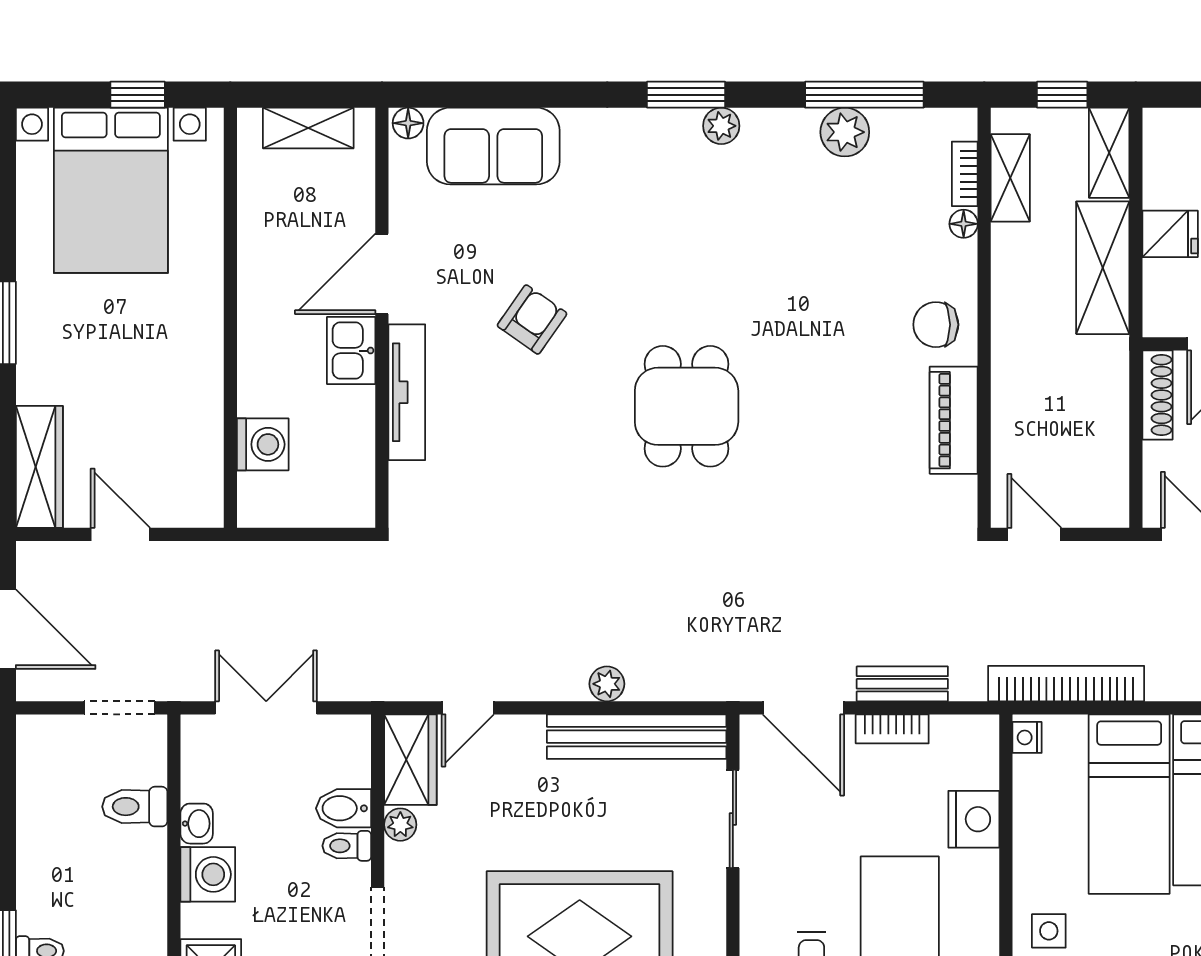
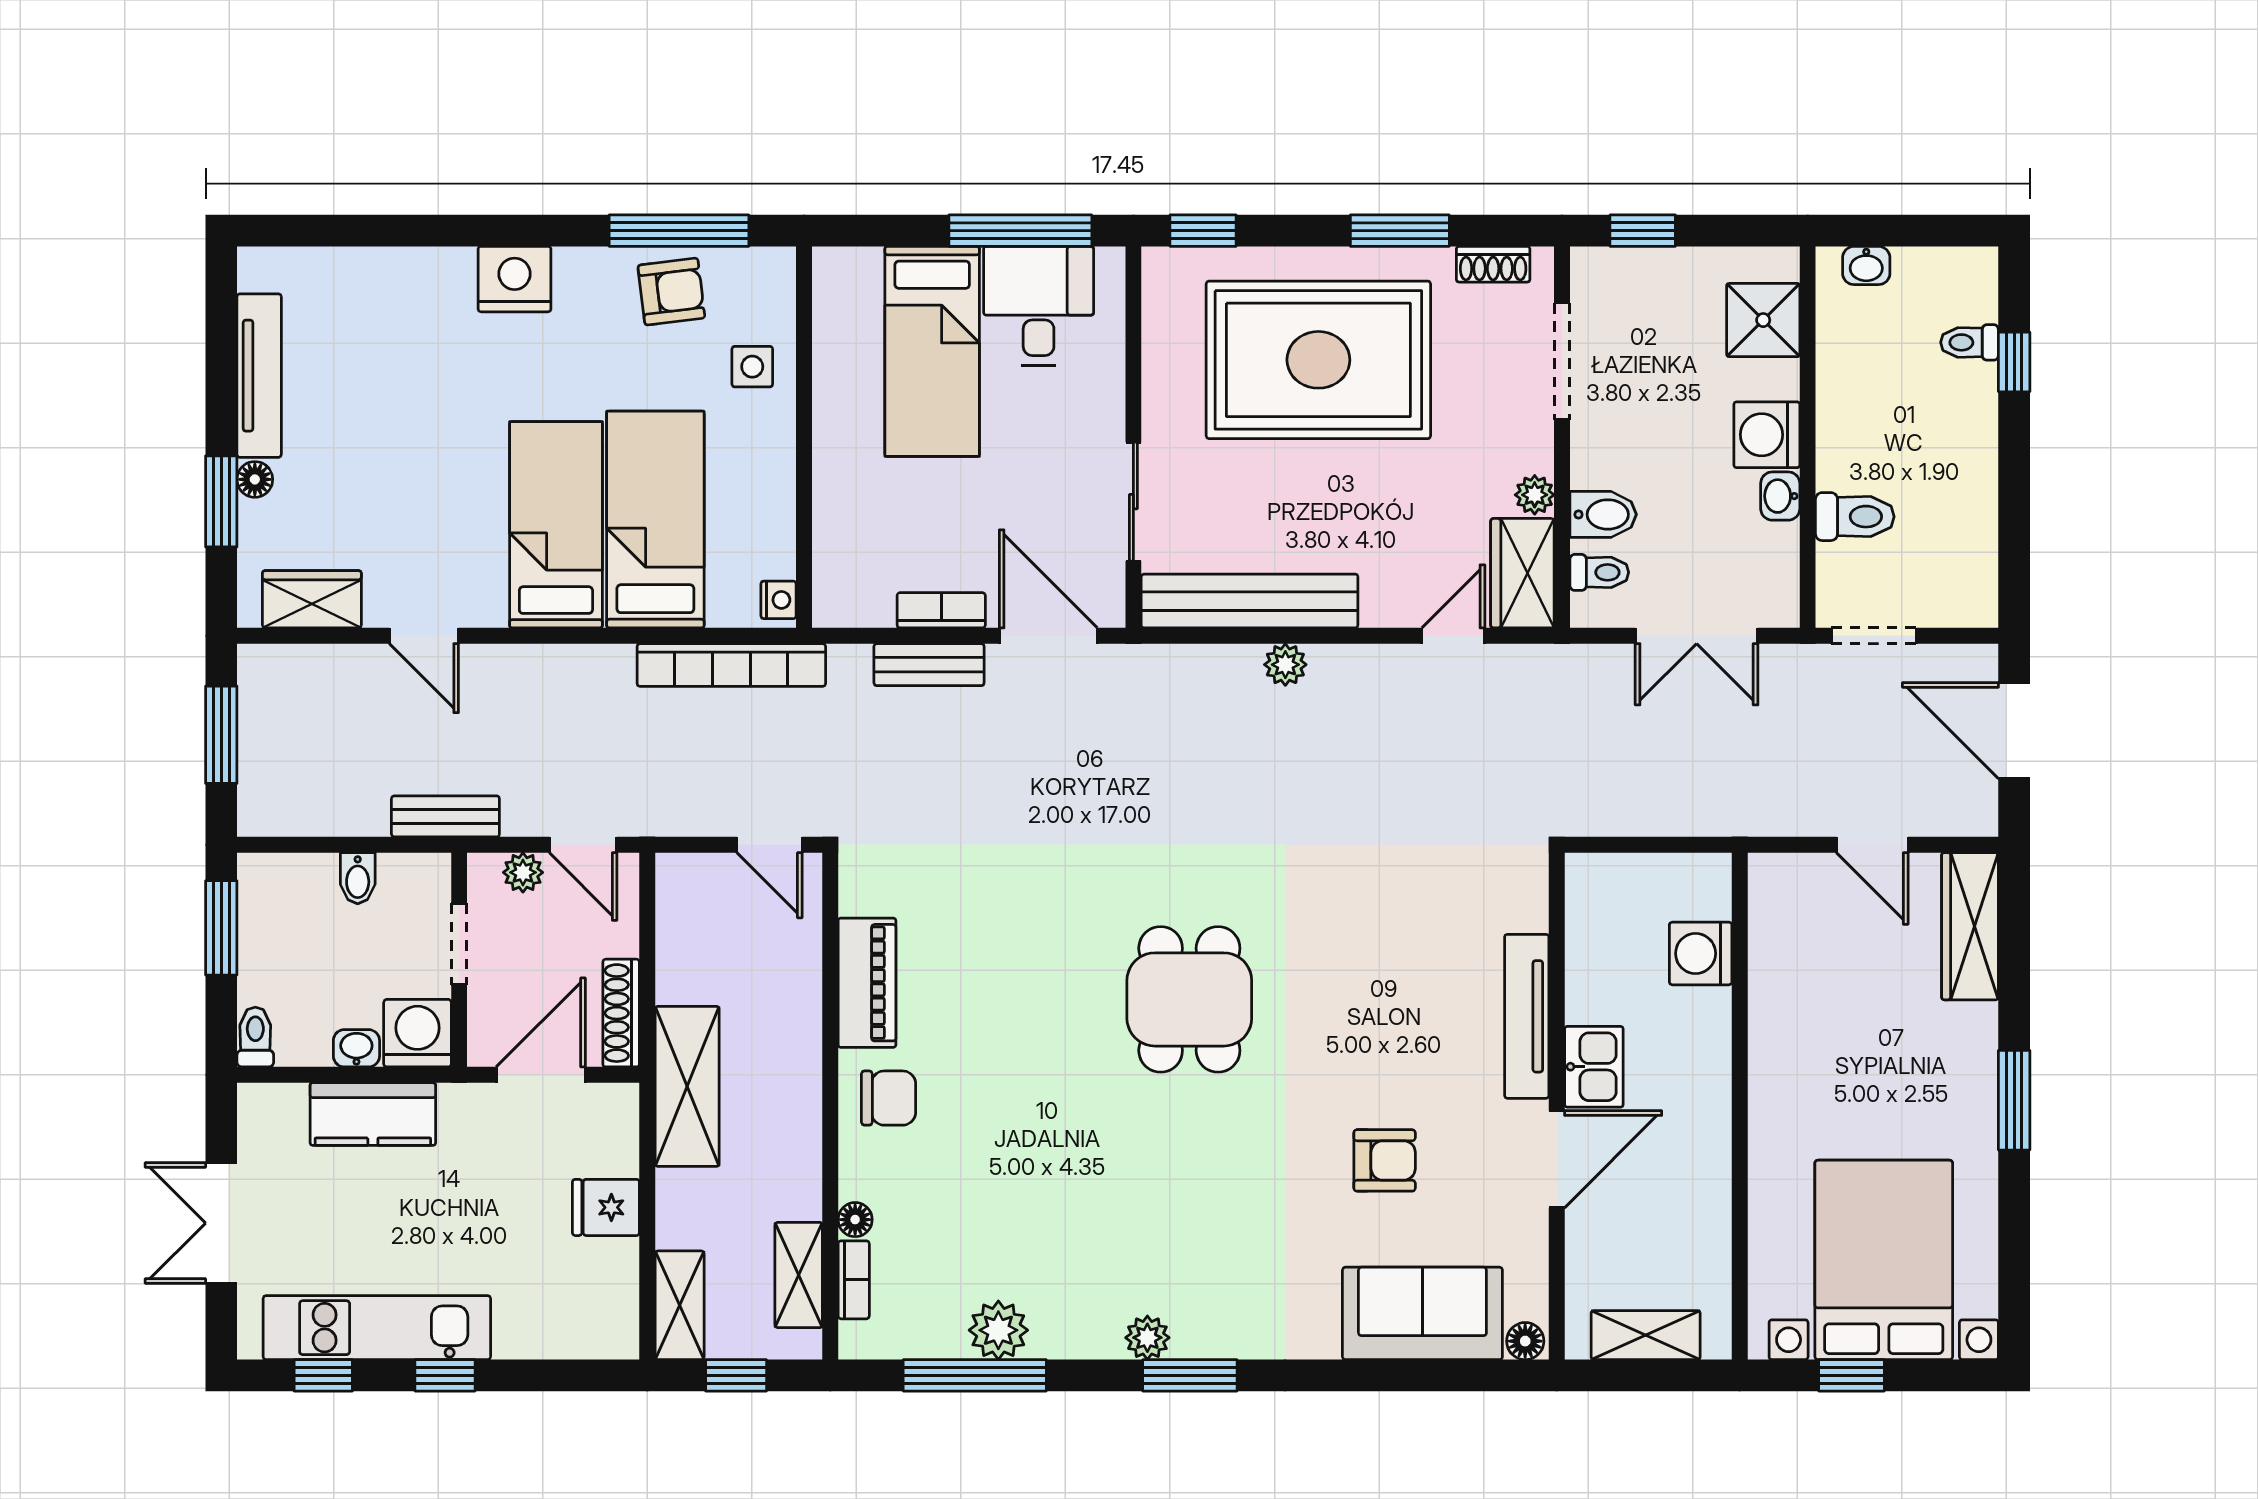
shelving: (1103, 268) -> (687, 1086), moved
armchair: (532, 320) -> (1385, 1160), moved, turned -125
nightstand: (974, 819) -> (843, 501), removed
toilet: (347, 846) -> (1599, 572), moved

